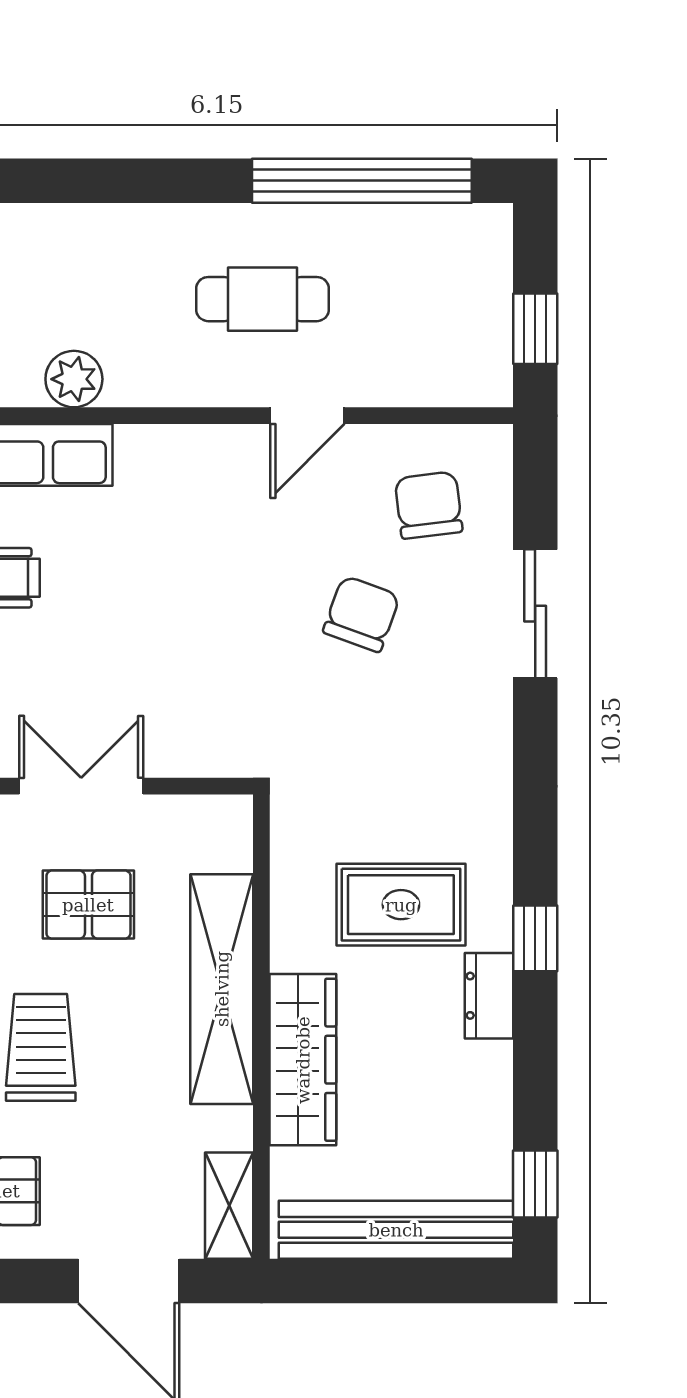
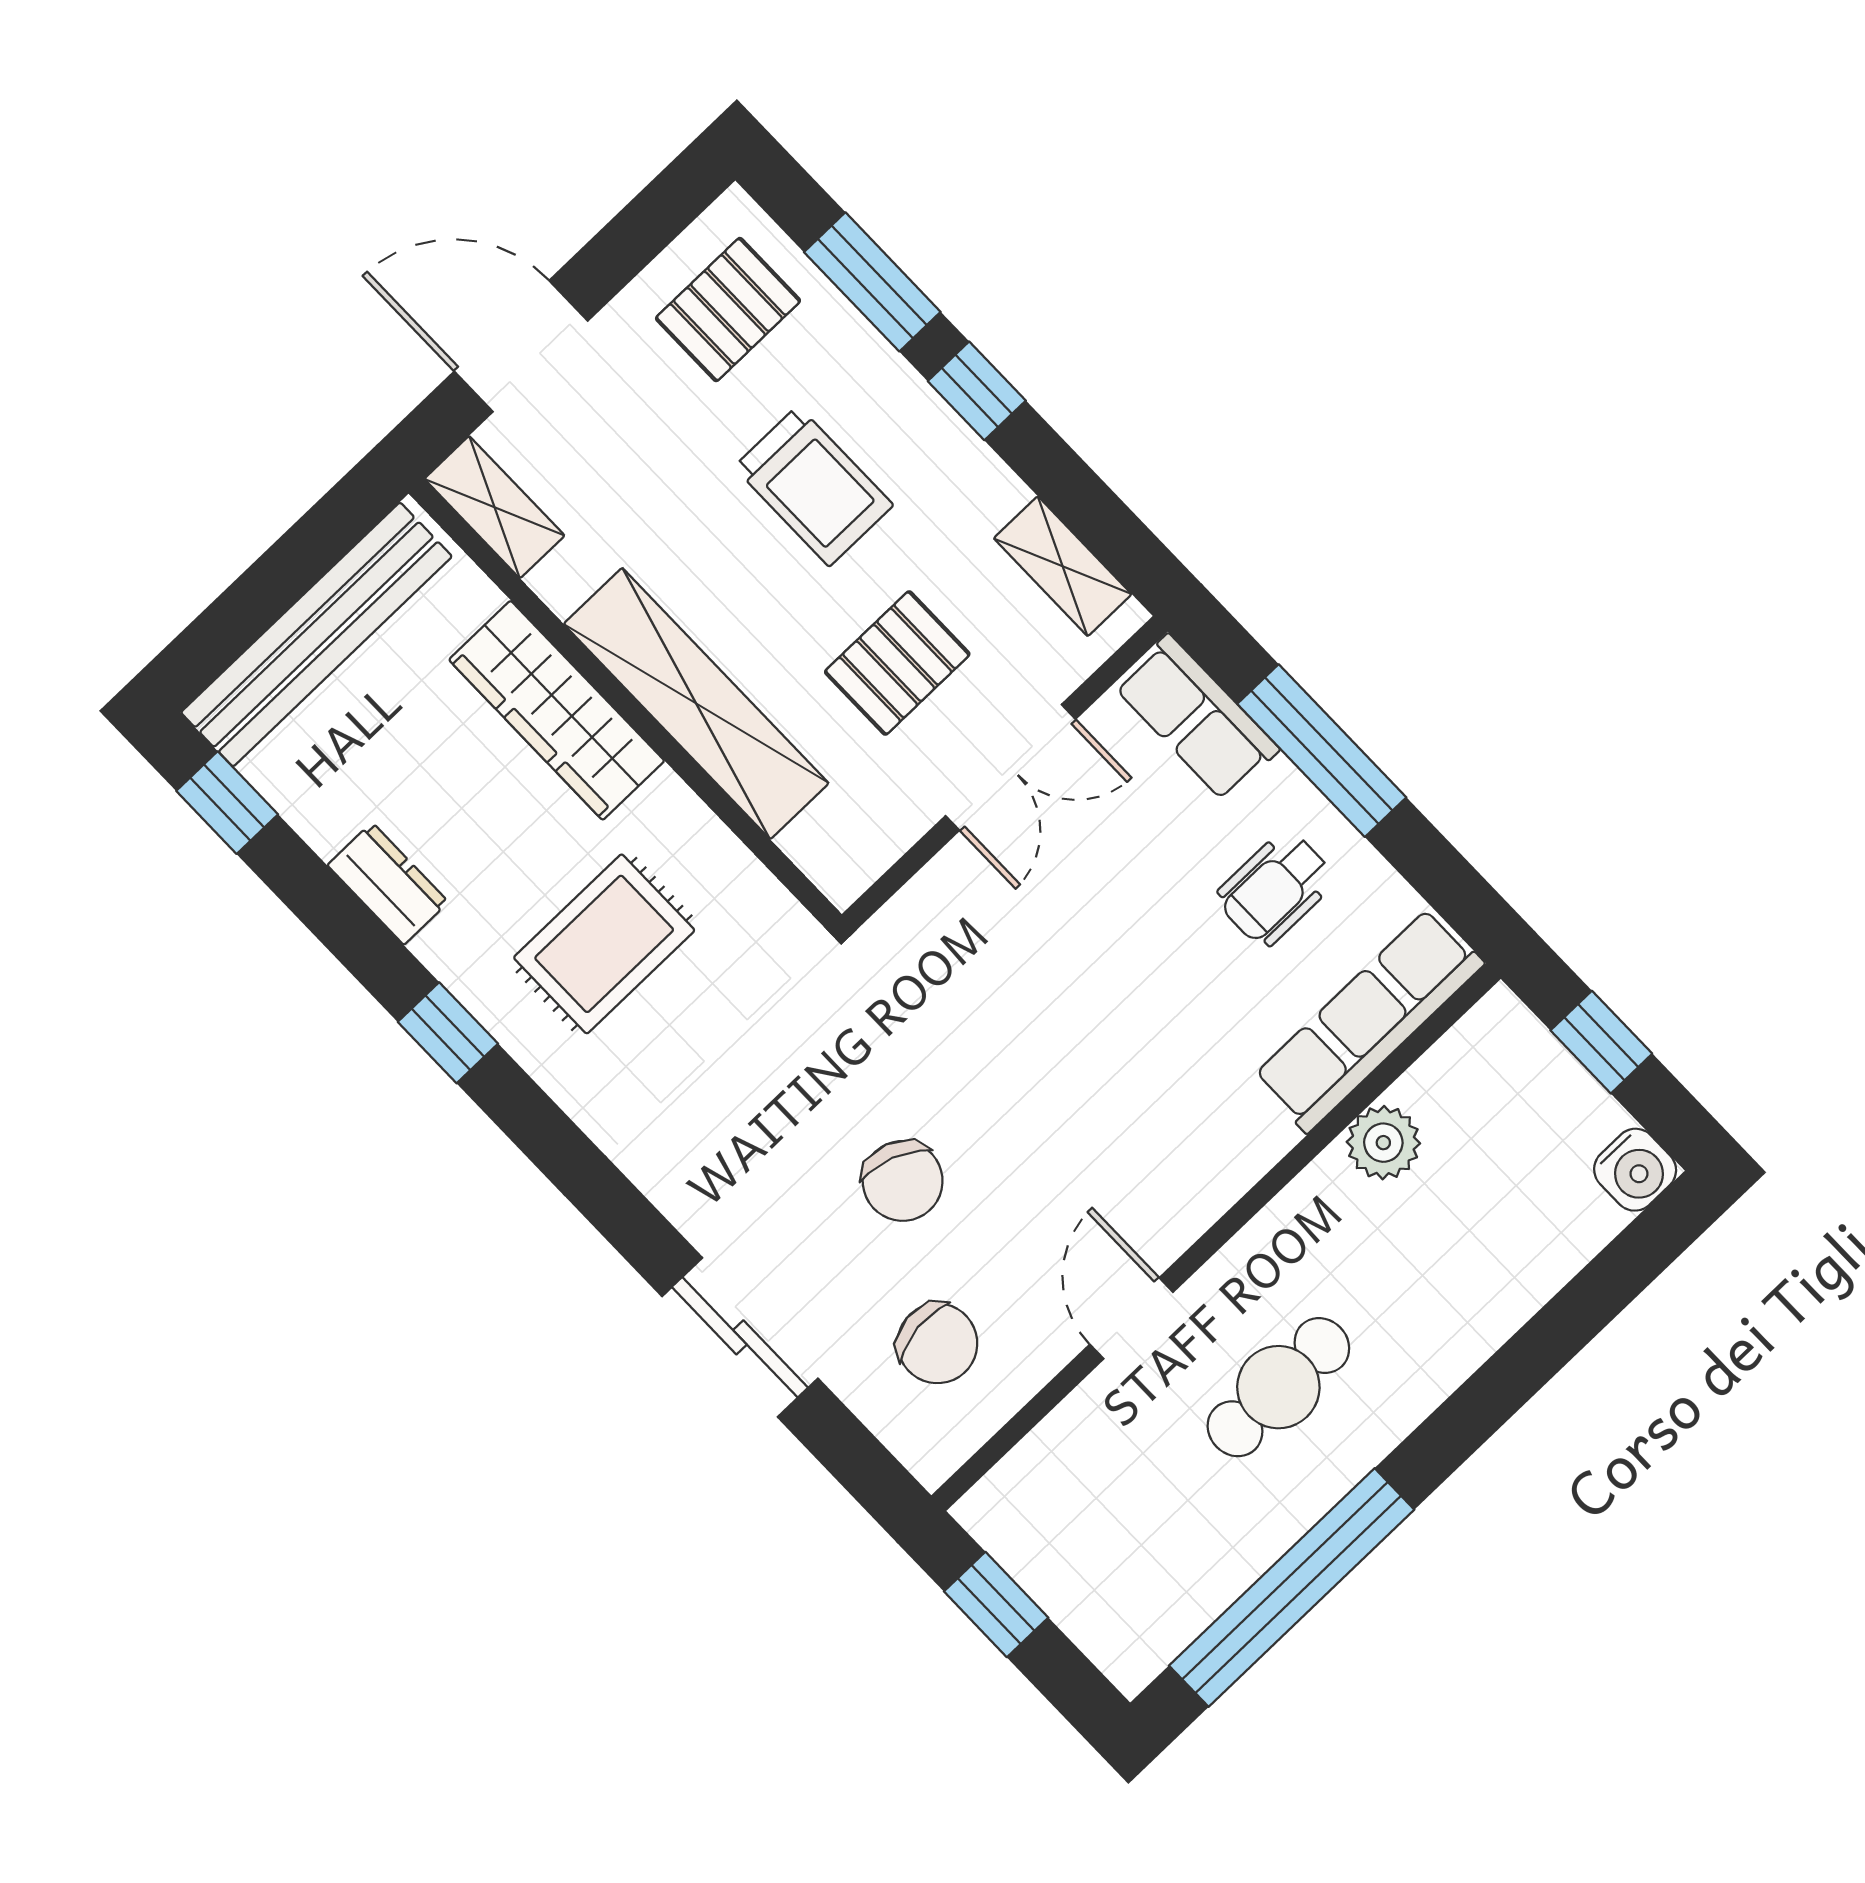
dresser: (489, 996) -> (388, 884), moved

